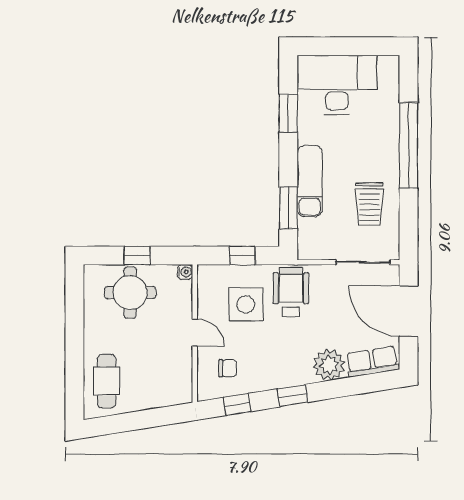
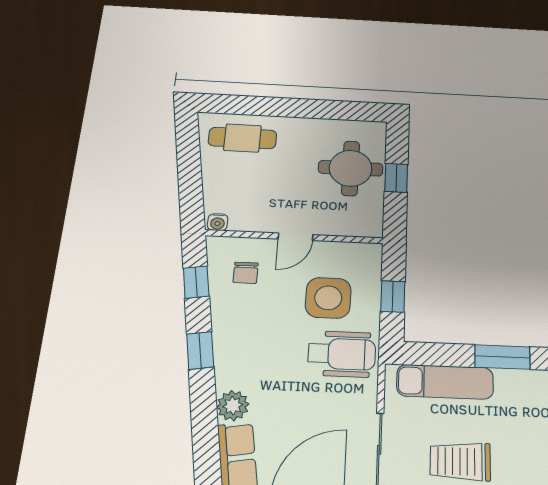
exam couch: (310, 181) -> (445, 382), moved
window: (288, 208) -> (502, 357), moved
water cooler: (185, 272) -> (218, 222), moved
plant: (329, 365) -> (233, 406), width x0.73, depth x0.73

